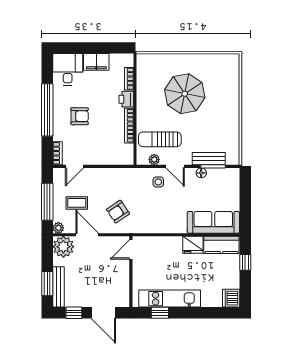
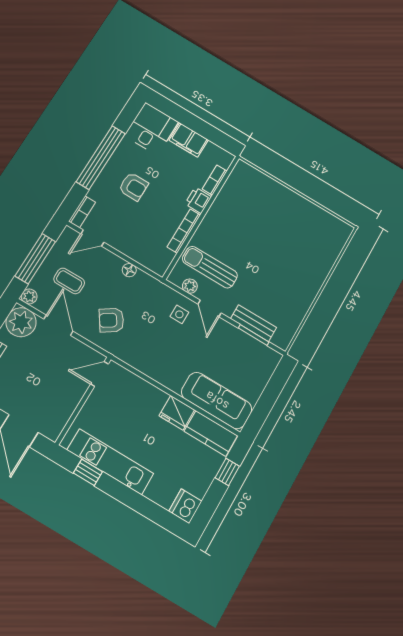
parasol: (185, 94) -> (268, 234), removed
floor lamp: (201, 173) -> (129, 270), moved

